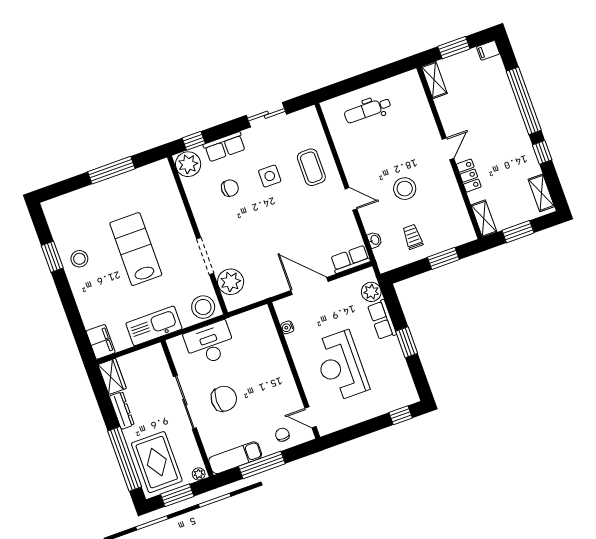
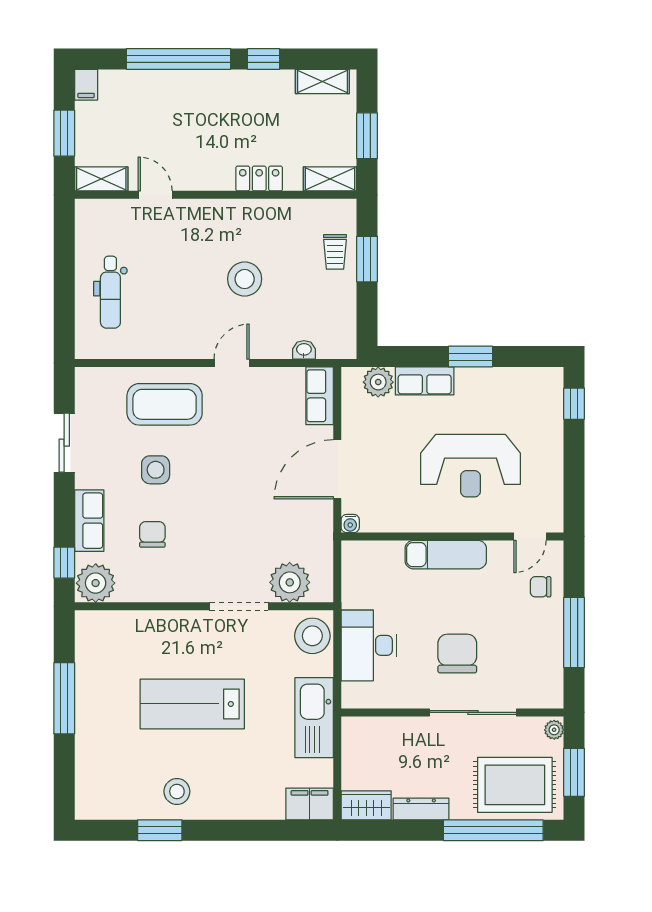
door: (448, 149) -> (155, 195), moved
coffee table: (311, 167) -> (165, 404), width x1.36, depth x1.32
trolley: (413, 237) -> (335, 252), moved, turned -90
water cooler: (287, 327) -> (350, 524), moved
sliding door: (185, 402) -> (473, 712), moved
exam couch: (235, 458) -> (446, 555), moved, turned -90

